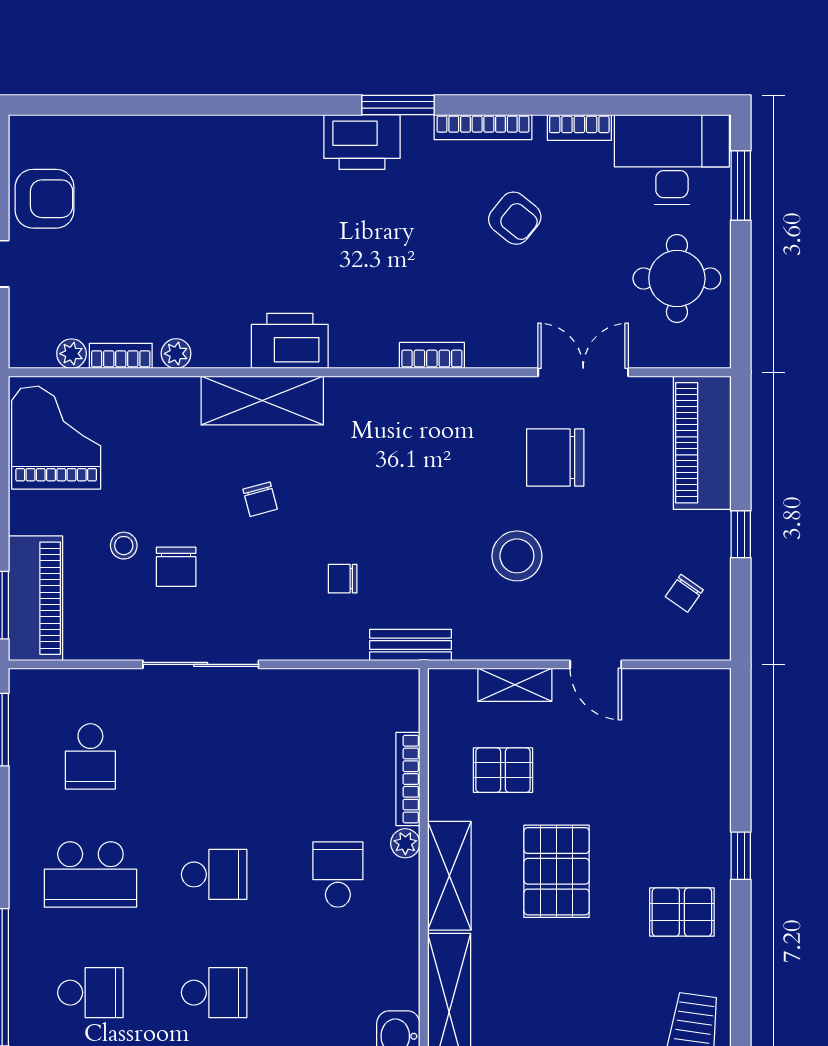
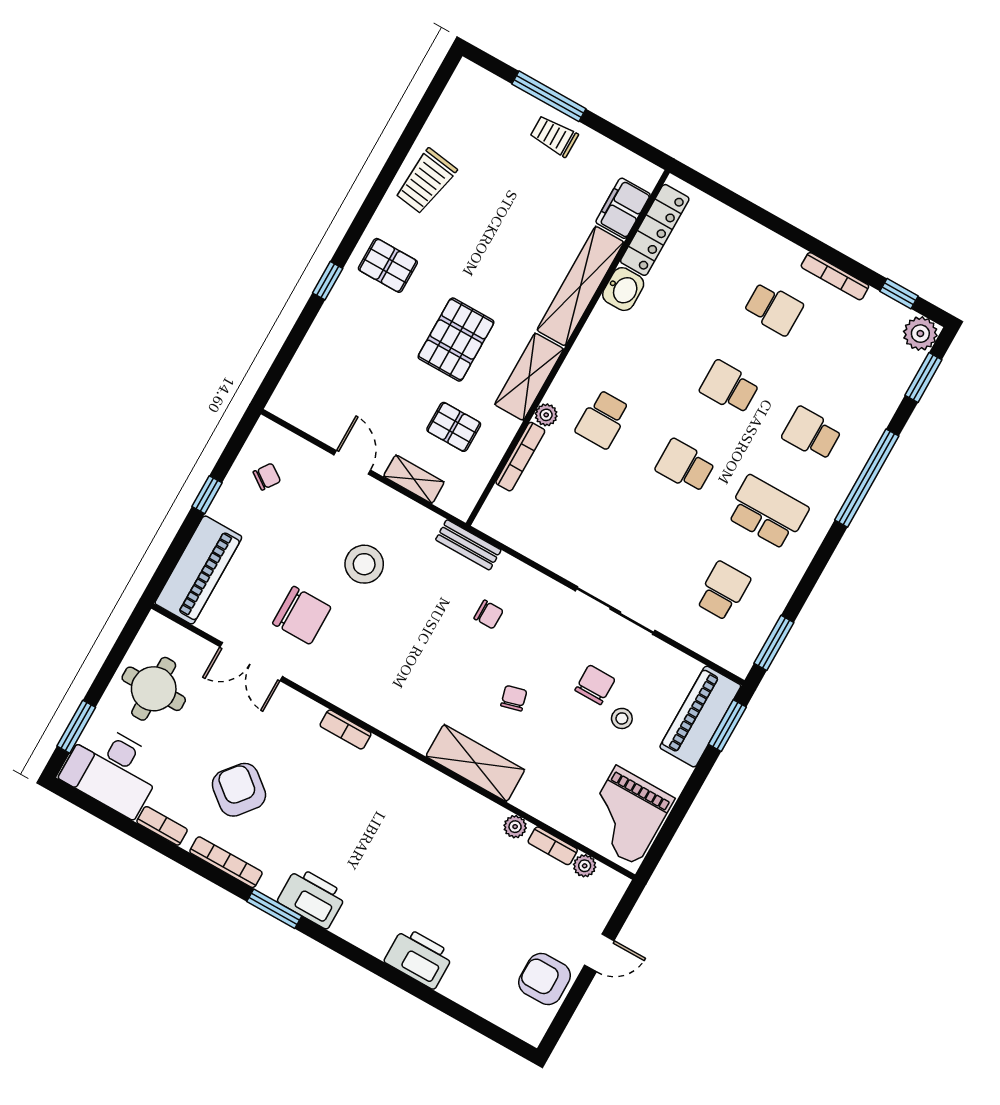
armchair: (515, 218) -> (239, 790), width x1.38, depth x1.38
printer: (290, 341) -> (419, 958), moved, turned 180

